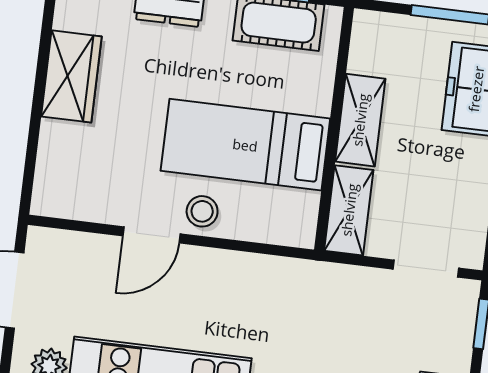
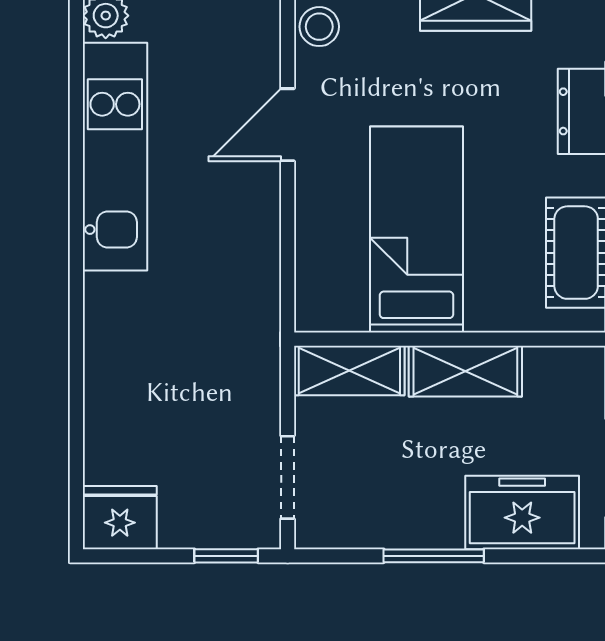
stool: (202, 211) -> (319, 27), moved
door: (152, 235) -> (288, 125), hinge flipped

